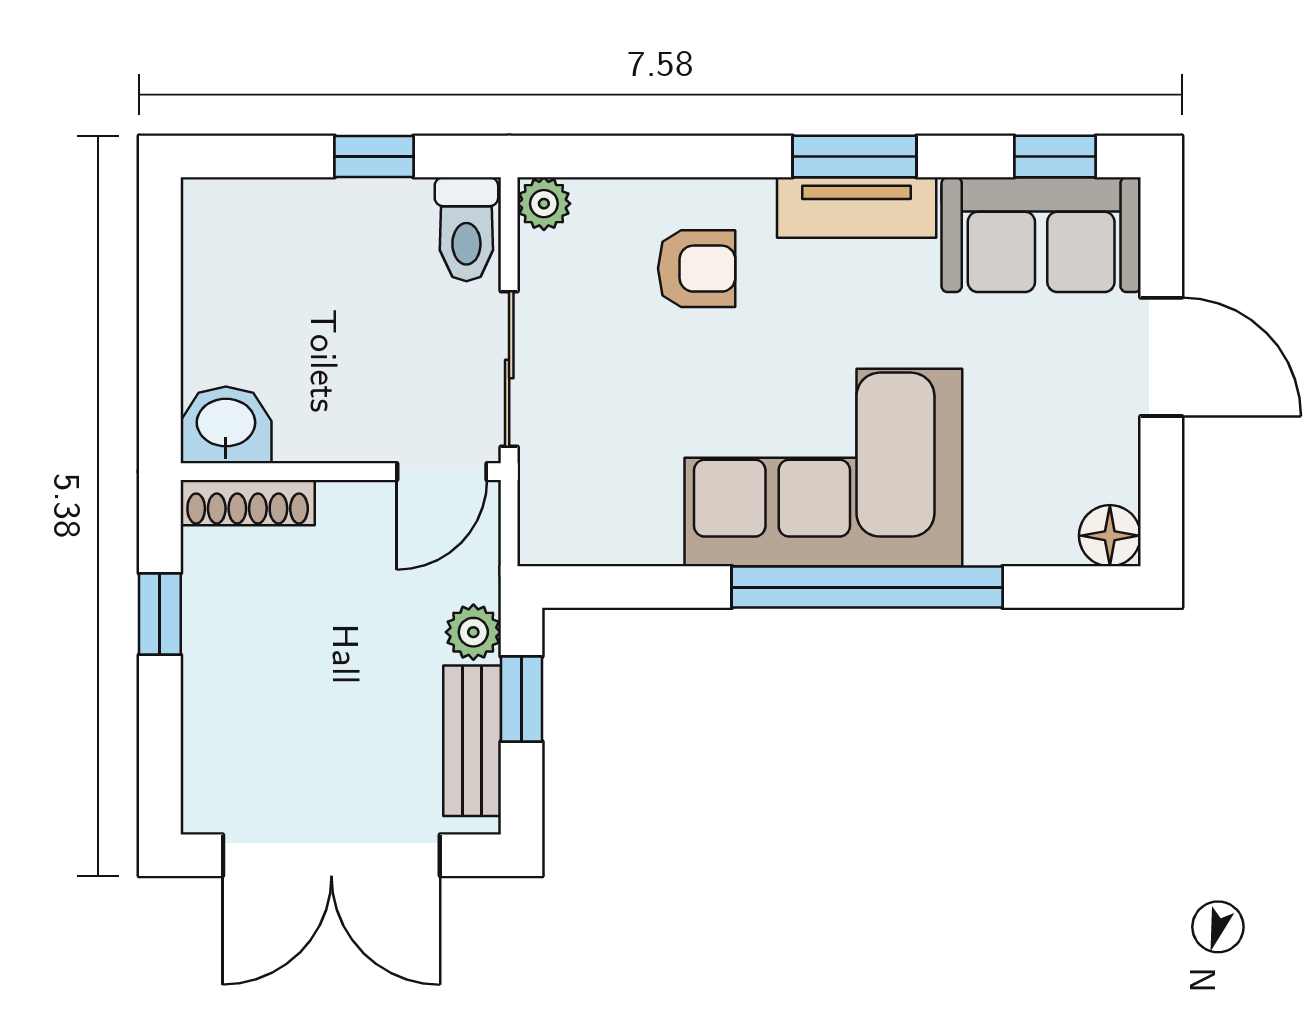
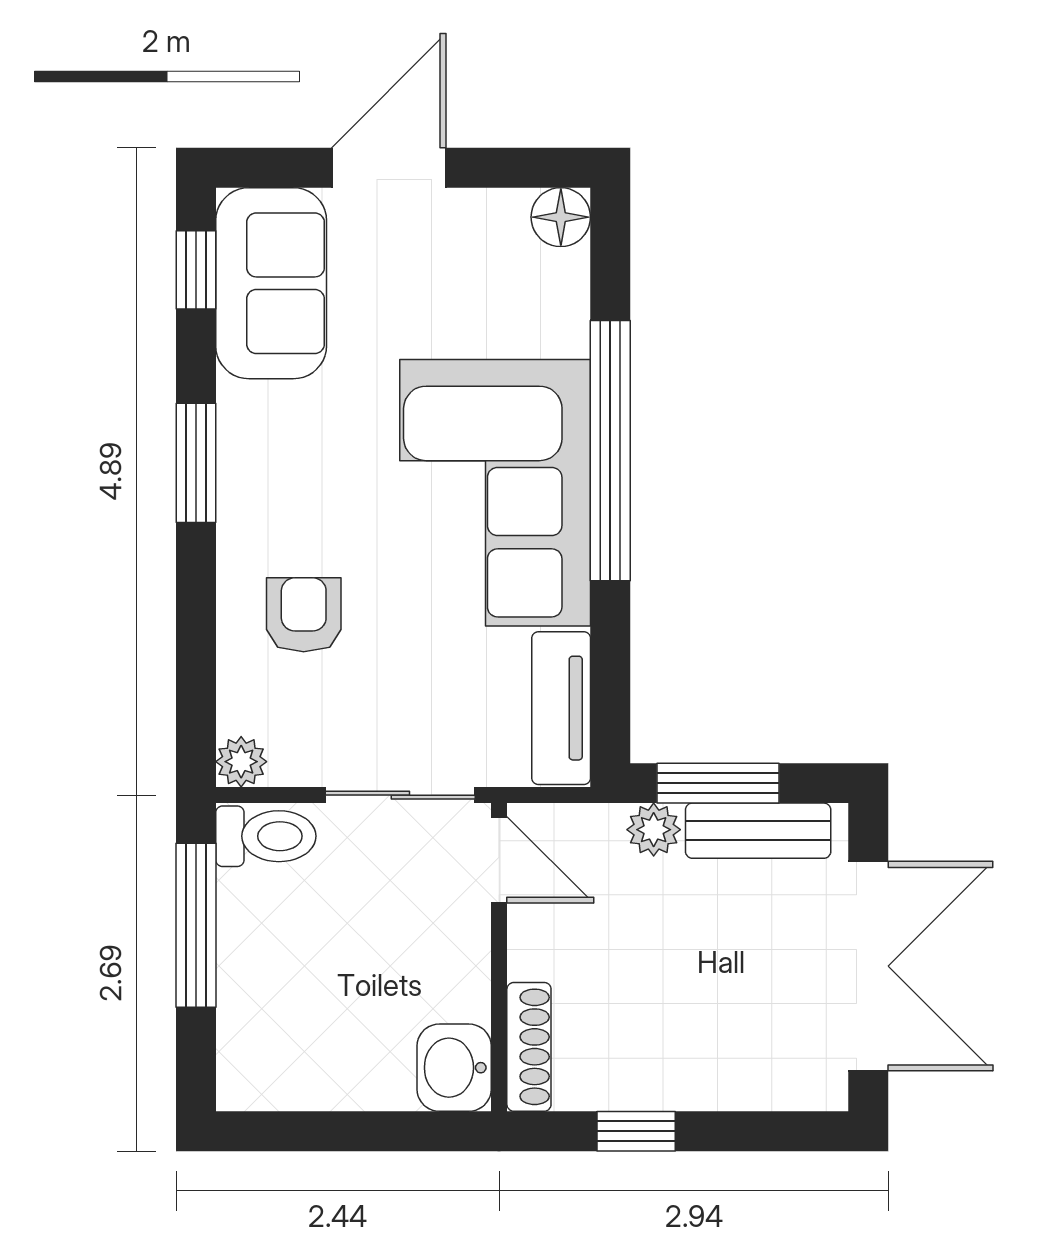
window: (374, 157) -> (196, 925), width x2.17
tv unit: (857, 208) -> (561, 708), moved, turned 180
window: (522, 699) -> (718, 783), width x1.50

